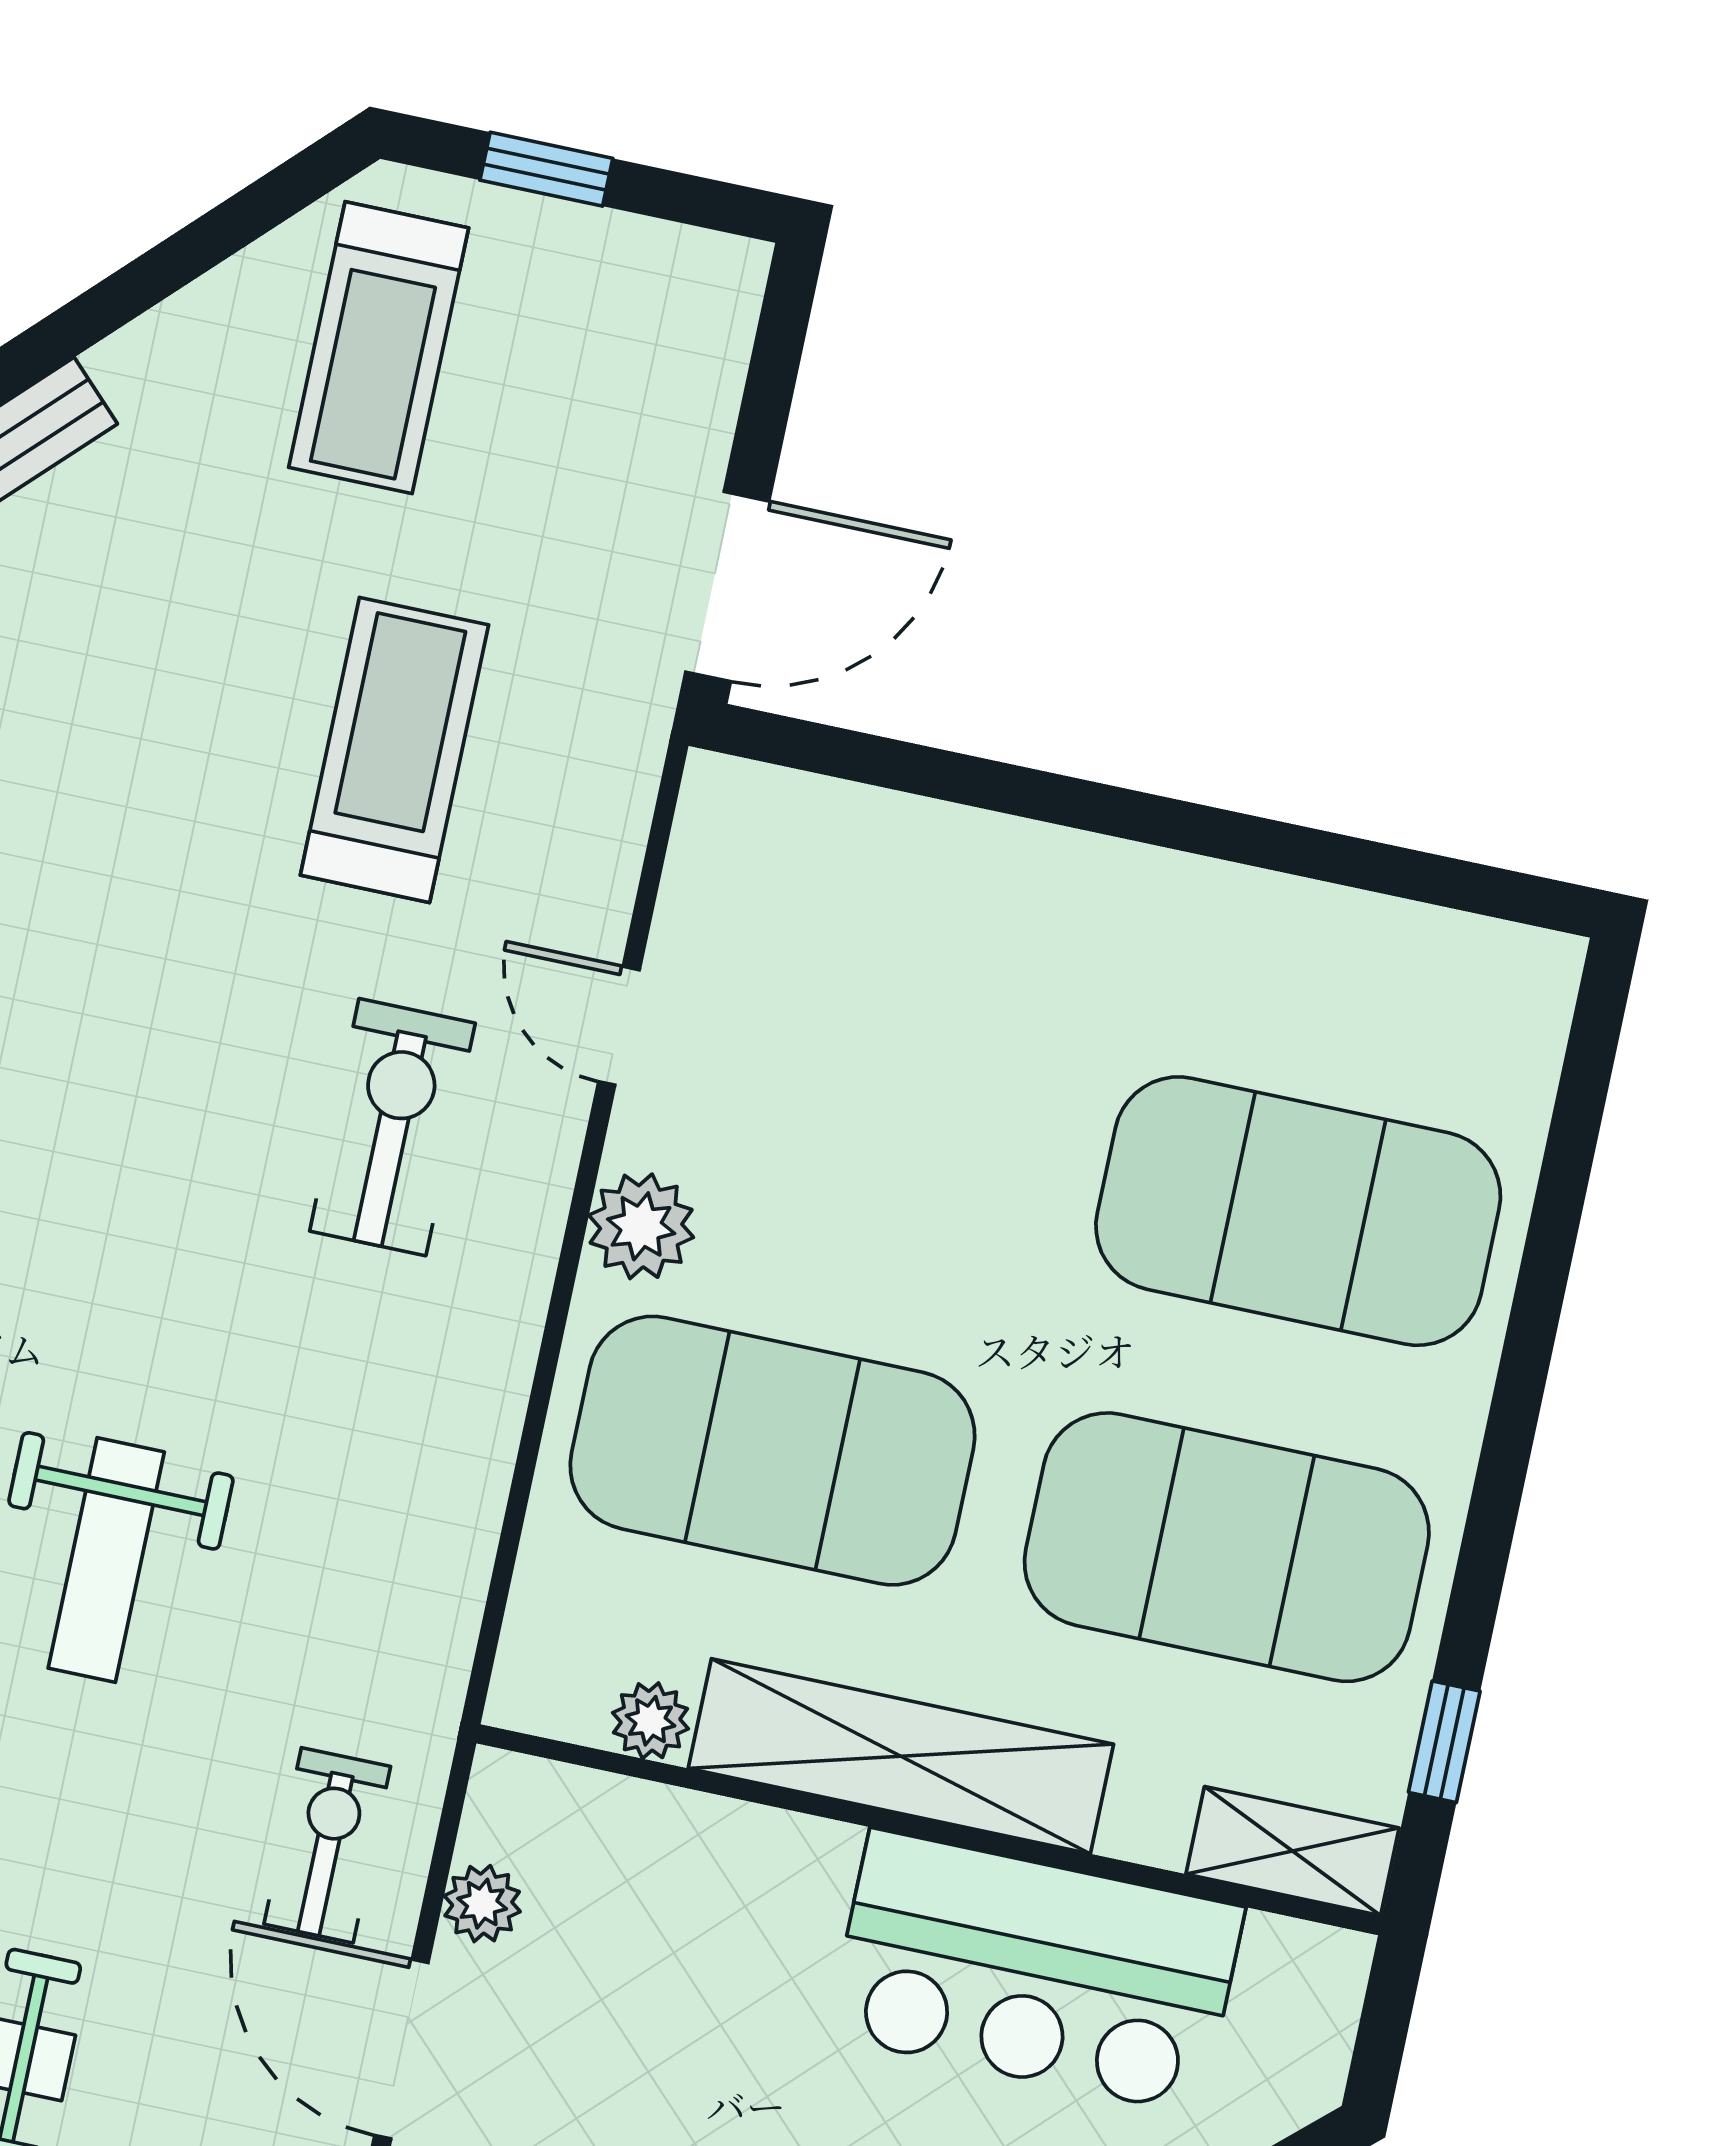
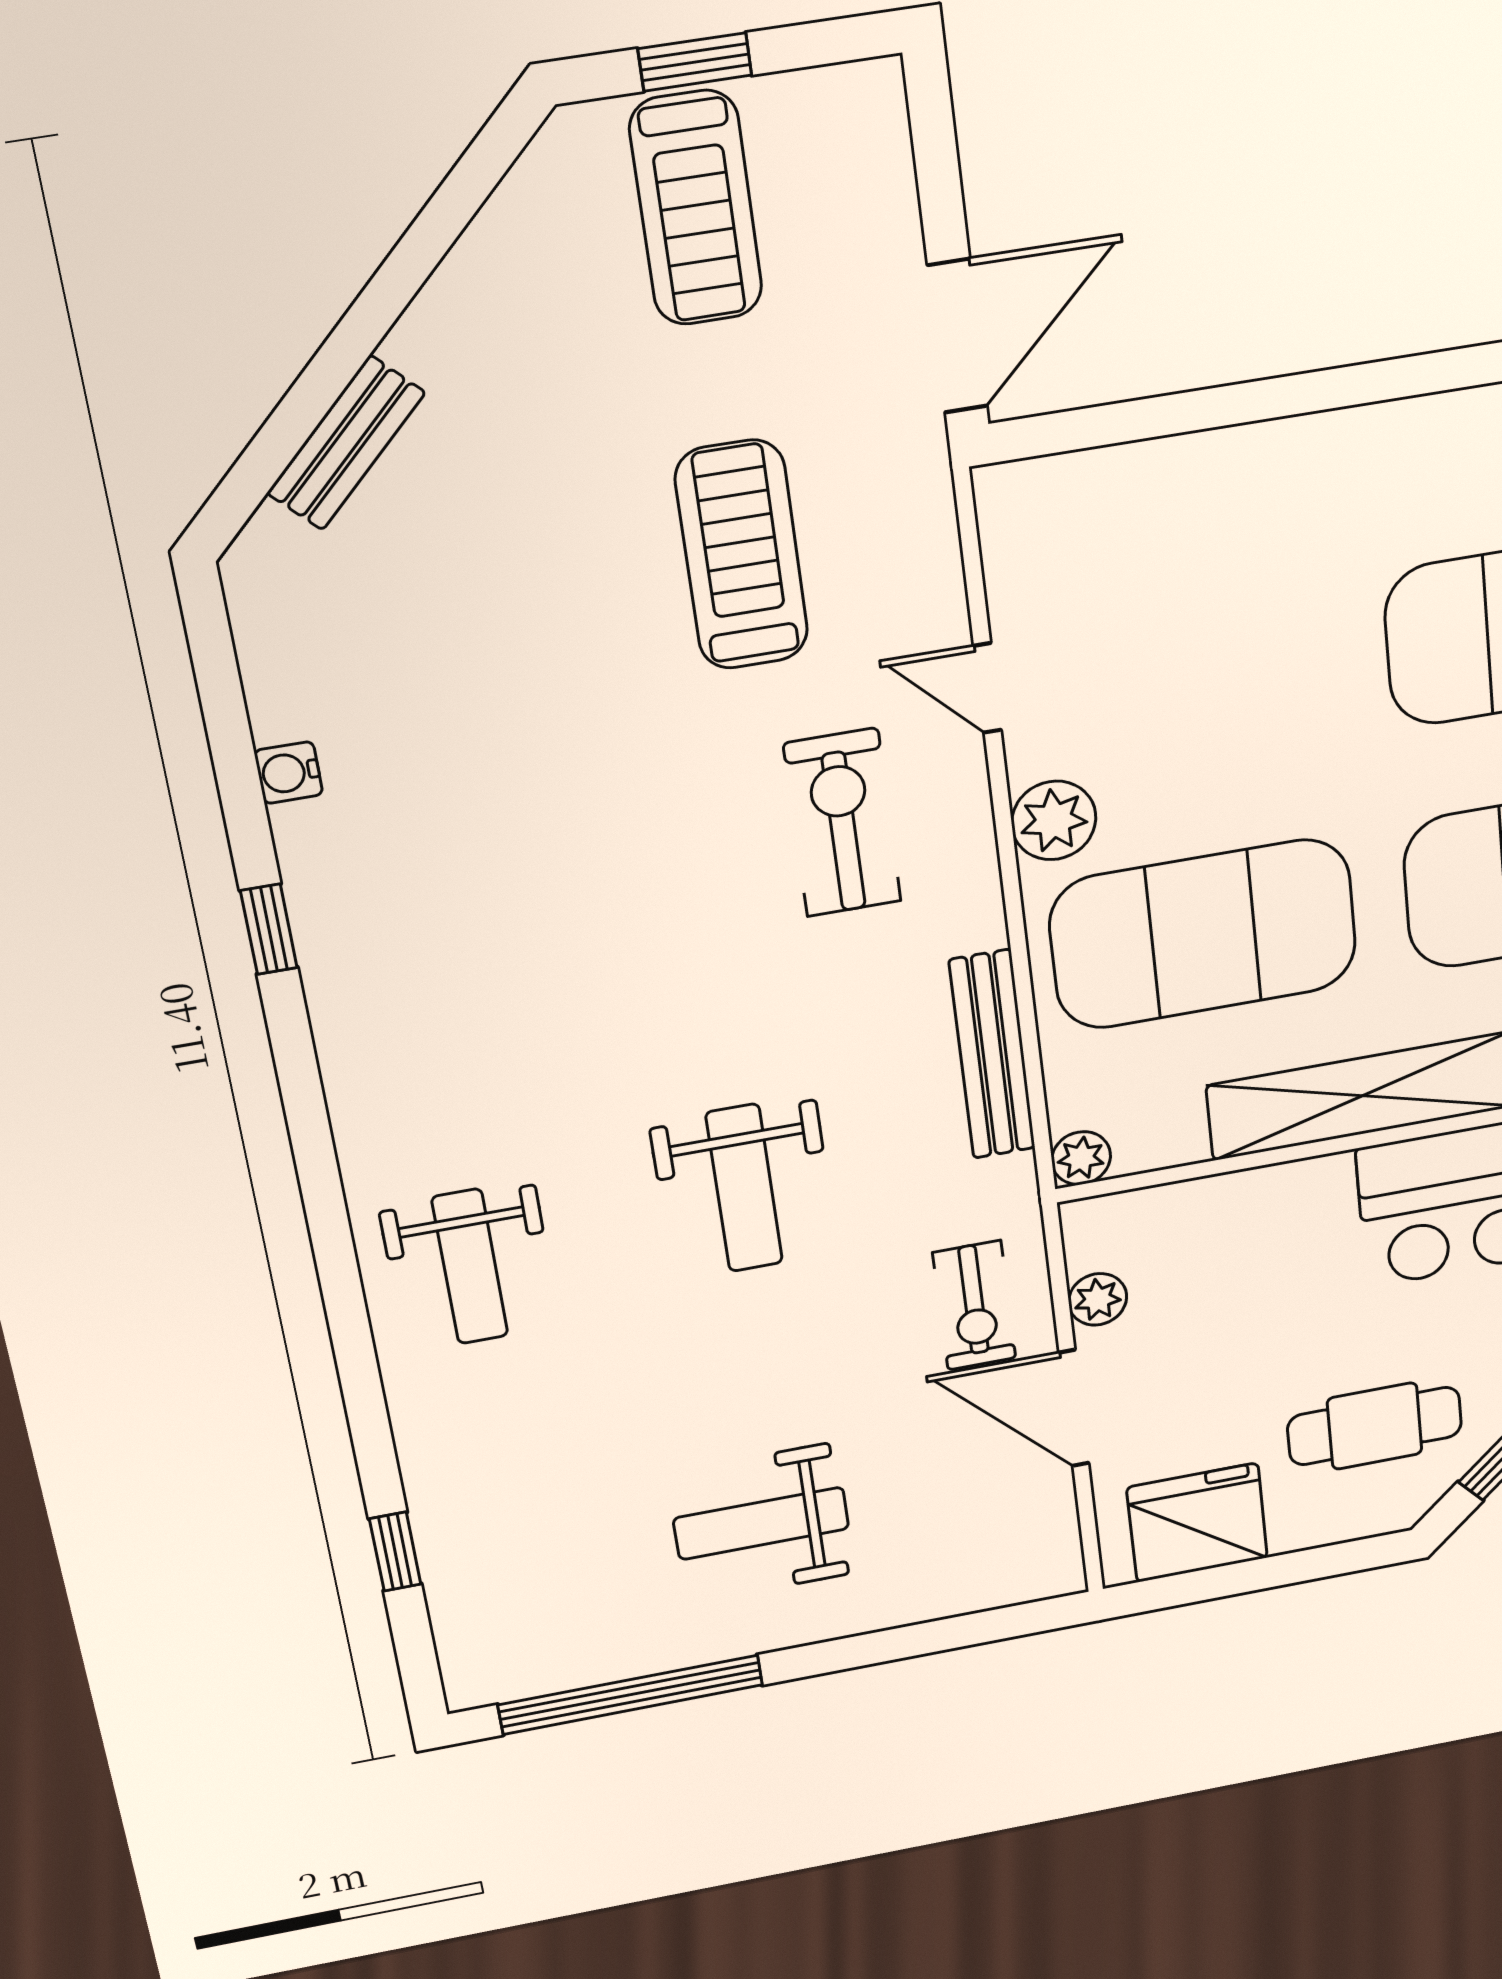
treadmill: (379, 348) -> (696, 208), moved
bench: (466, 1506) -> (992, 1055), added
plant: (650, 1721) -> (1081, 1158), moved
exercise bike: (327, 1845) -> (974, 1305), turned 180

